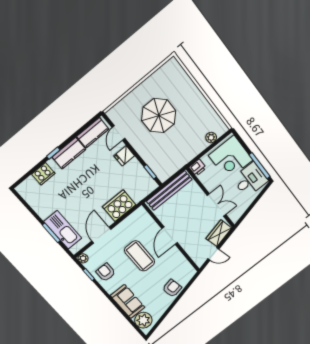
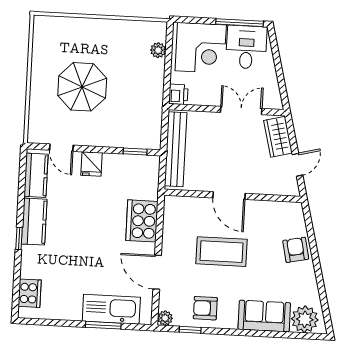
cooker: (43, 174) -> (30, 293), moved

